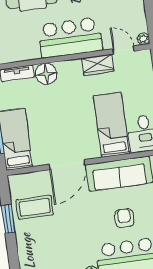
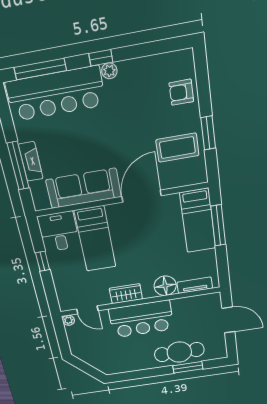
wardrobe: (98, 65) -> (126, 294), moved
armchair: (124, 218) -> (181, 92), moved, turned 90

